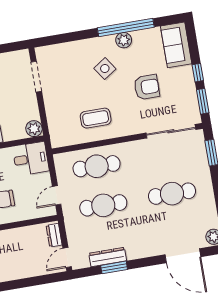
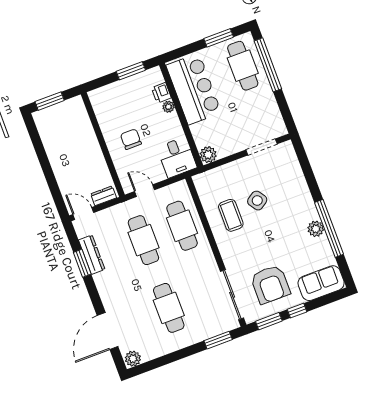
side table: (105, 69) -> (257, 201), moved
armchair: (147, 87) -> (270, 284), moved, width x1.36, depth x1.36

